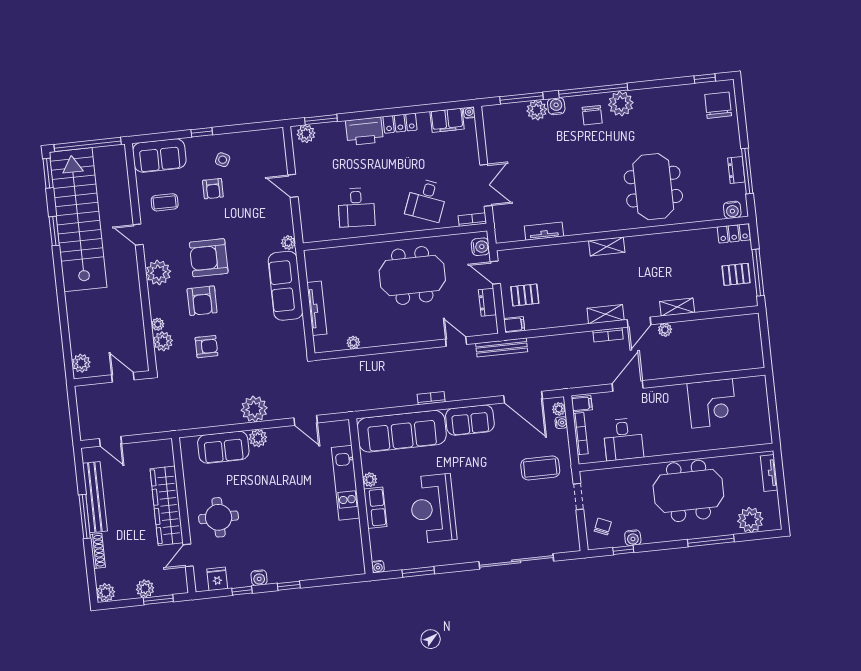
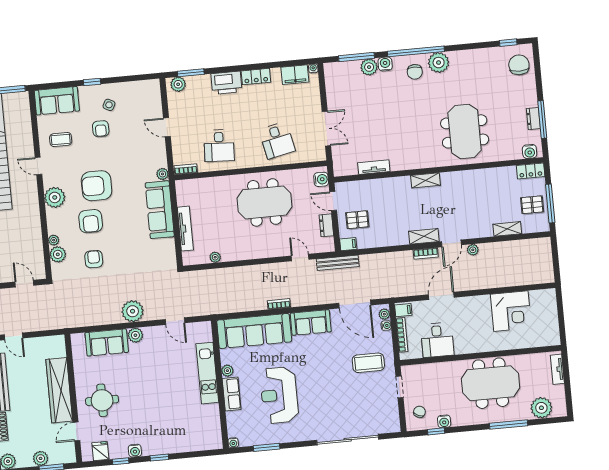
desk: (426, 200) -> (277, 140), turned -33
bookcase: (472, 220) -> (186, 169), moved
shelving: (677, 307) -> (507, 229), moved
armchair: (206, 347) -> (94, 259), turned -90

